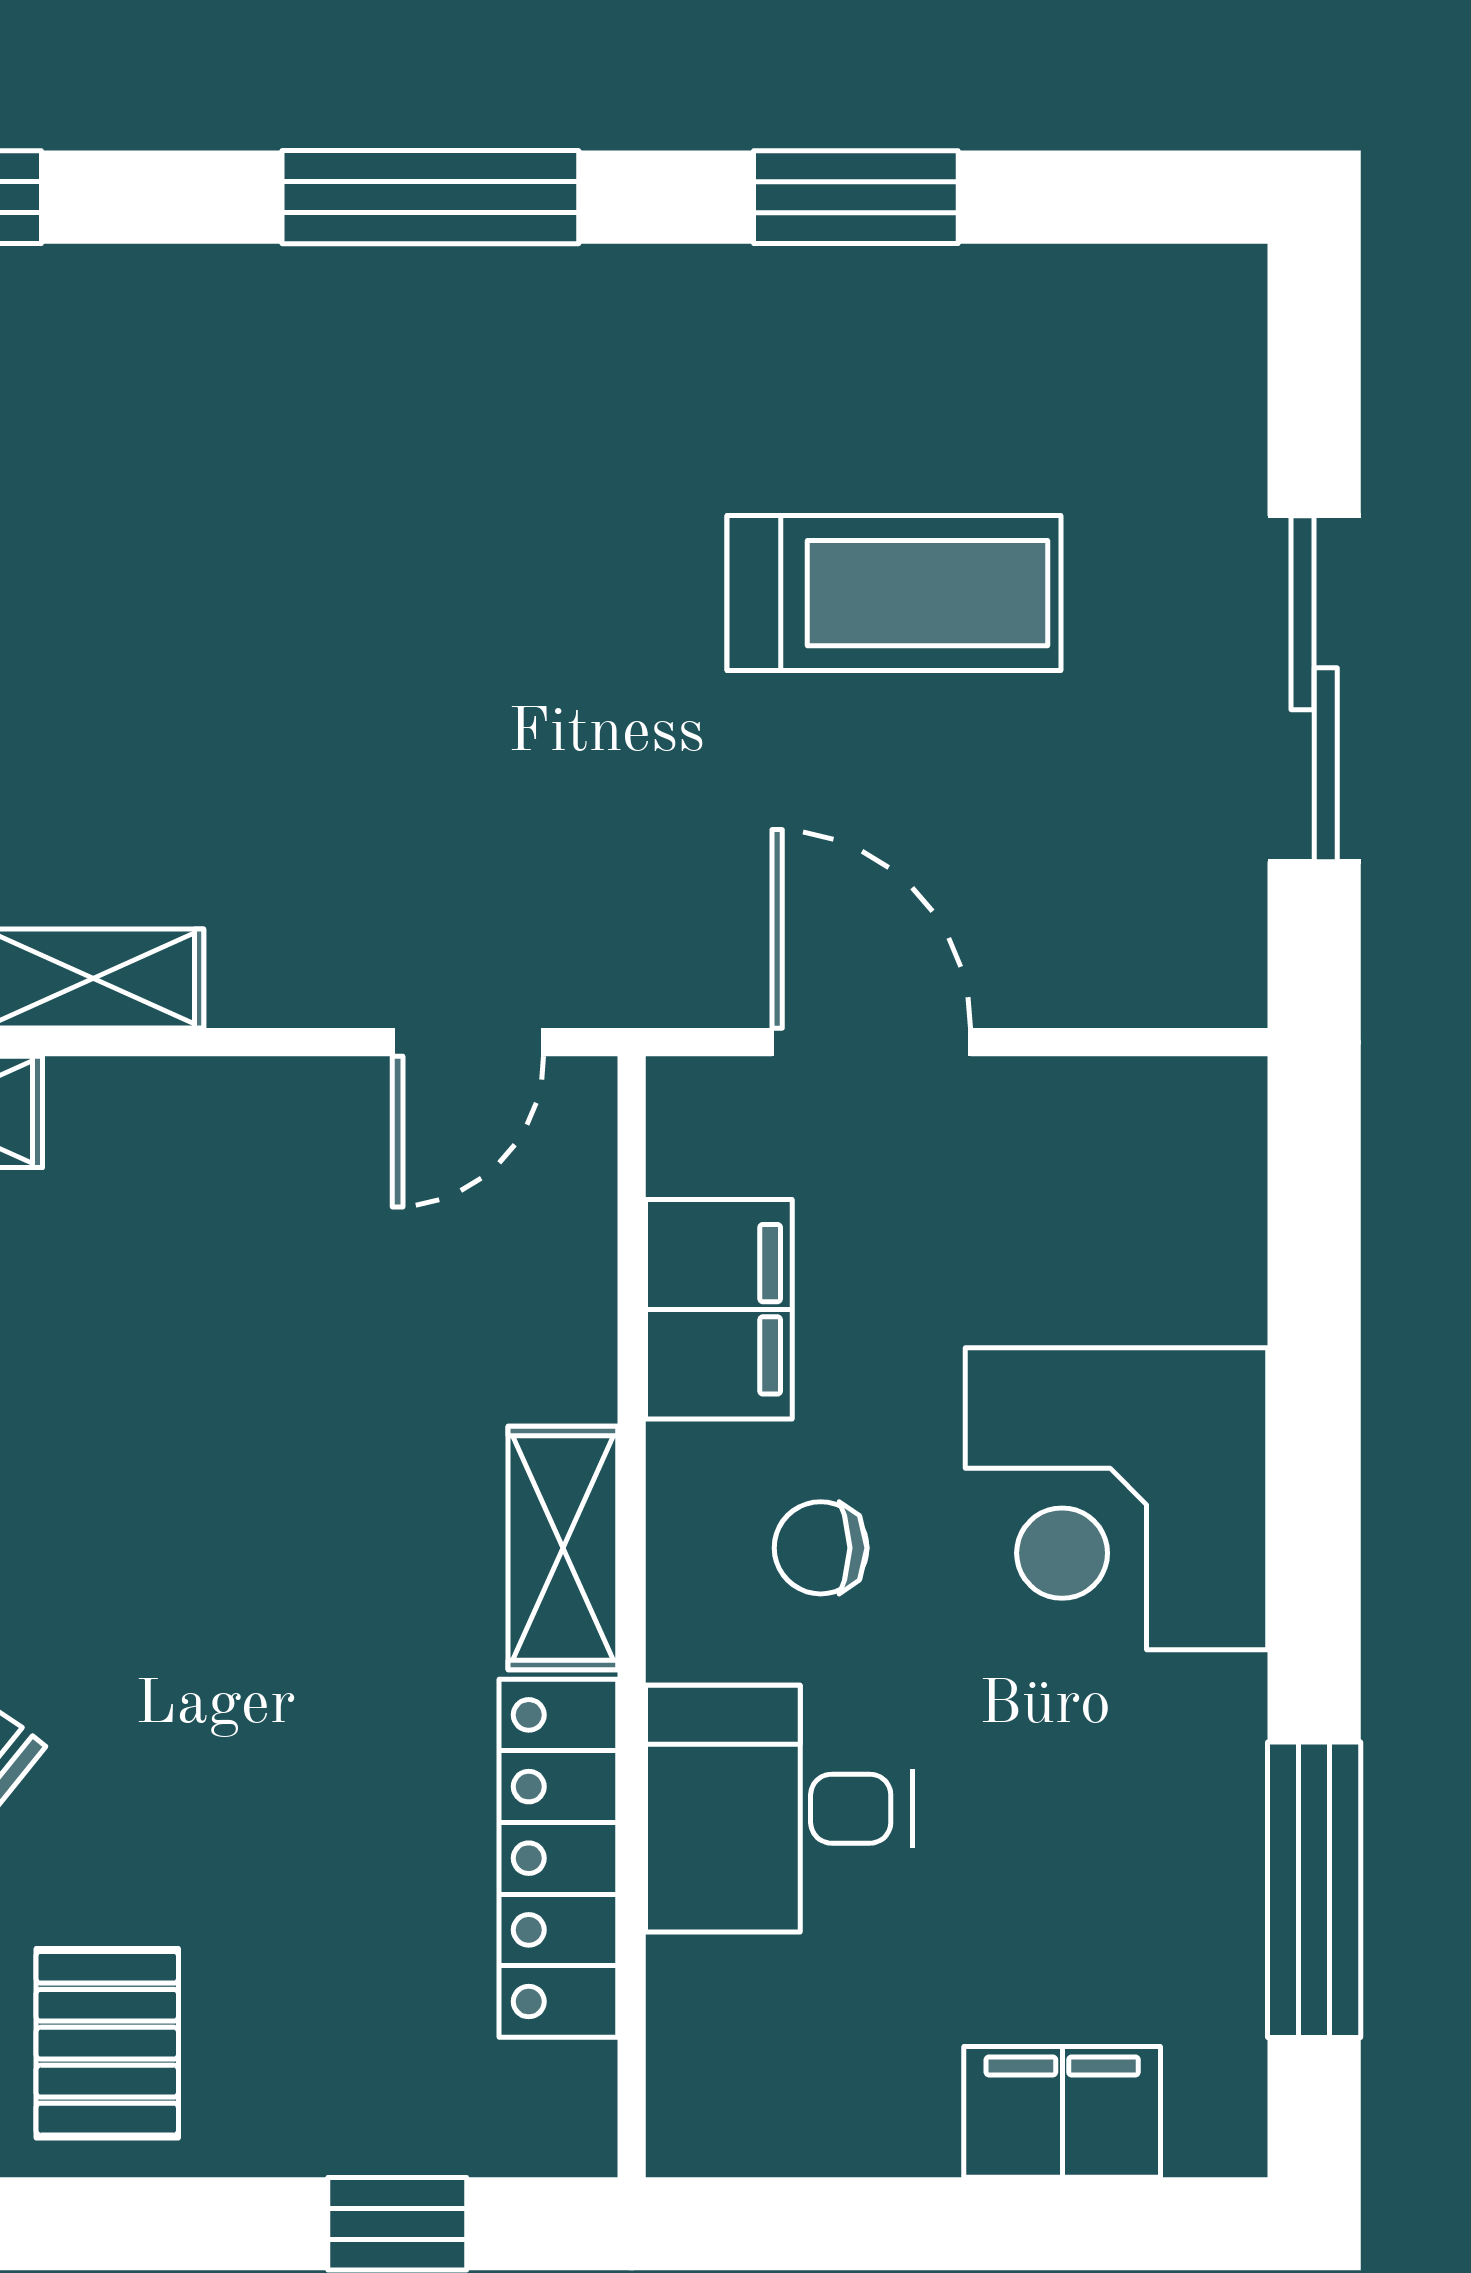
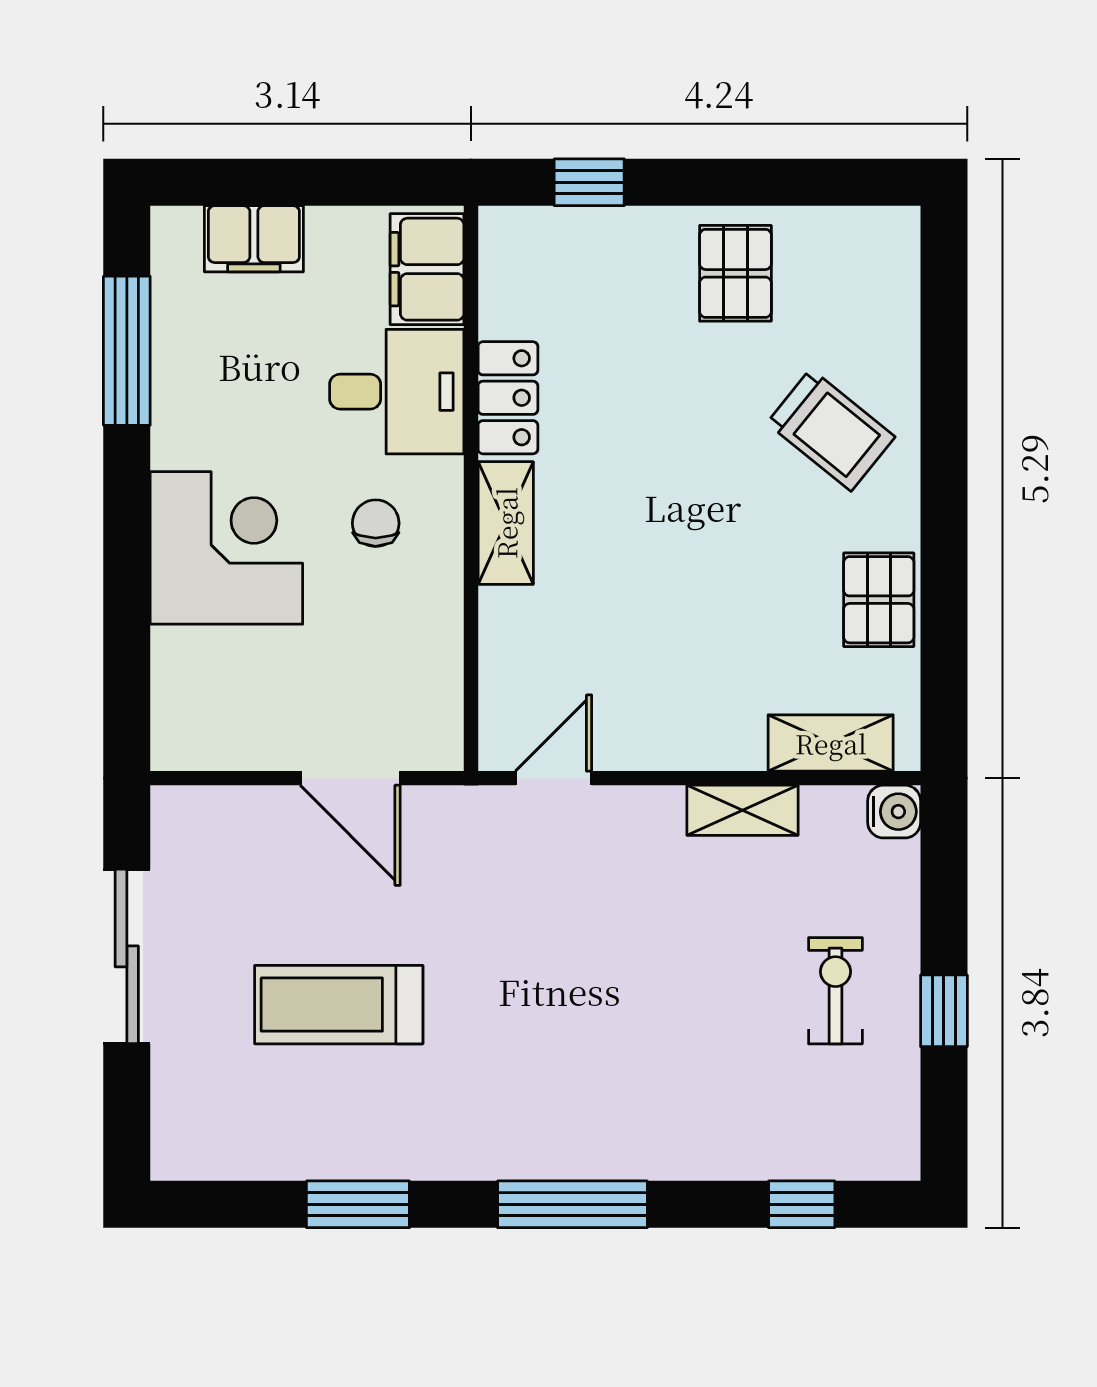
filing cabinet: (719, 1309) -> (427, 269), moved
chair: (821, 1548) -> (376, 523), turned -90
locker: (558, 1858) -> (508, 398), width x0.66

